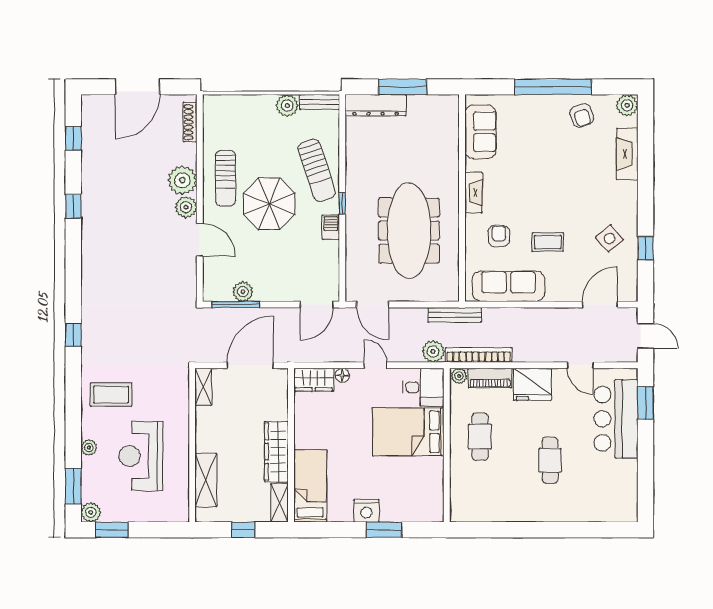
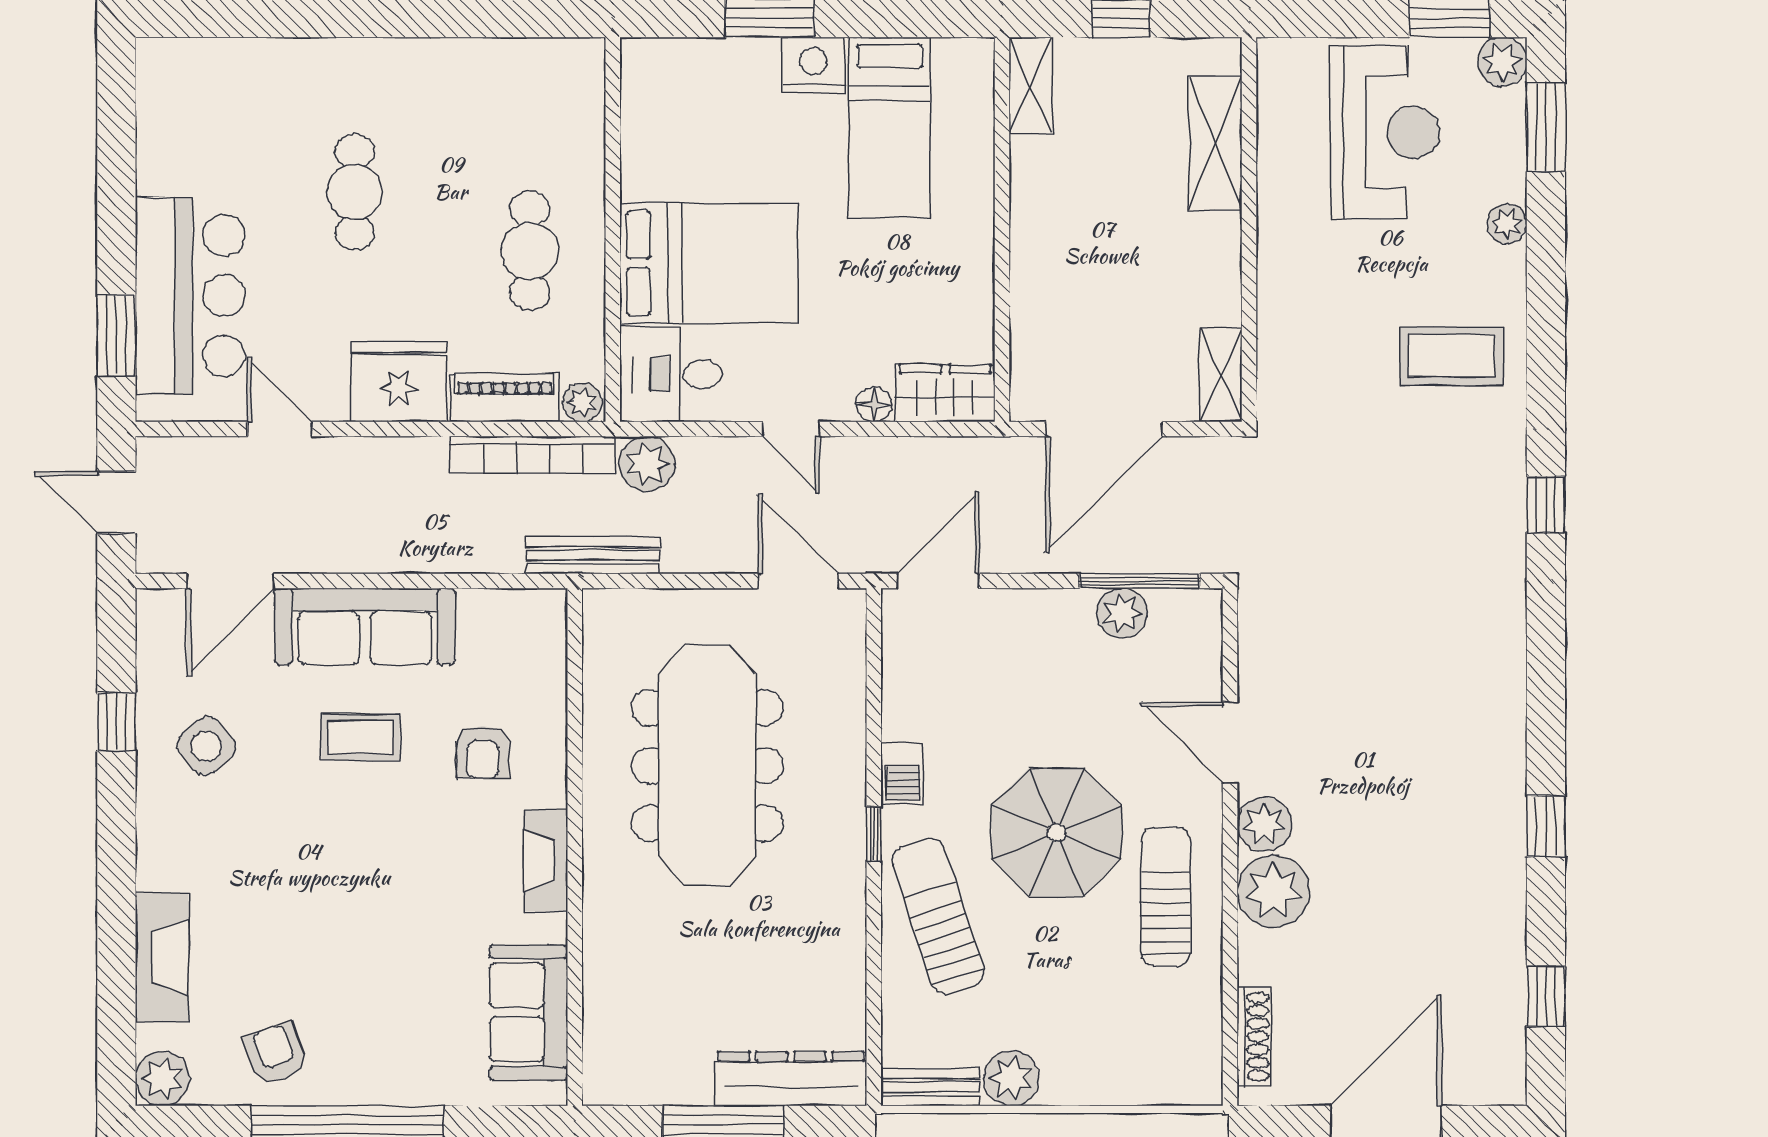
sofa: (509, 286) -> (365, 626), moved
wardrobe: (276, 452) -> (1039, 213), removed
reception desk: (141, 456) -> (1385, 132), moved
bed: (310, 486) -> (890, 128), moved

